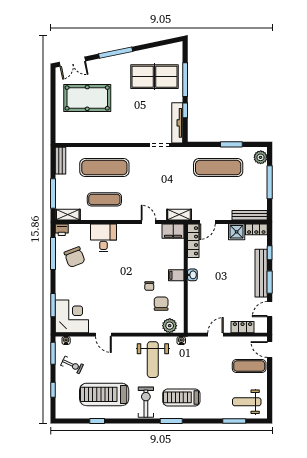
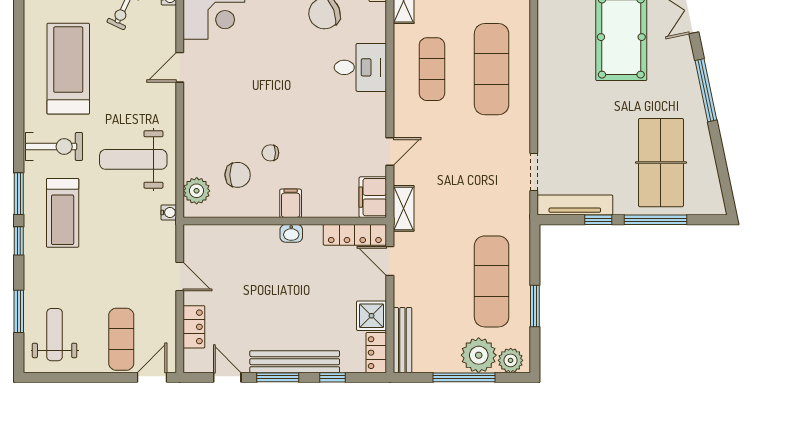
plant: (258, 174) -> (479, 355), added
treadmill: (181, 397) -> (63, 213), turned 180
window: (97, 421) -> (19, 241), moved

